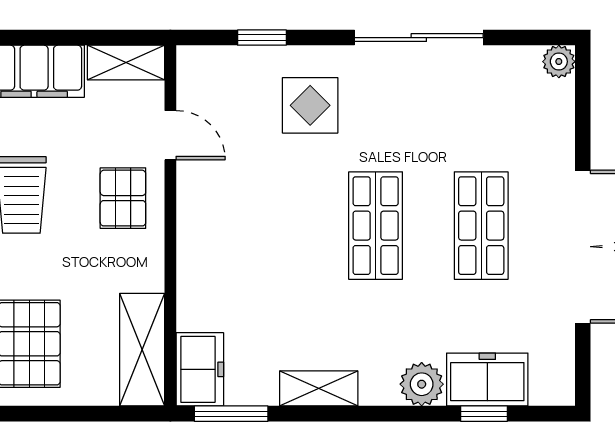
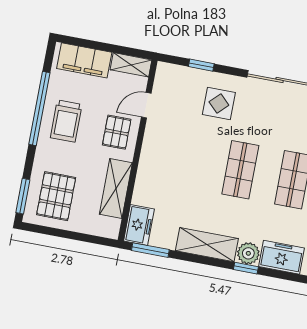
door: (170, 135) -> (146, 105), swing flipped
shelving: (142, 350) -> (116, 188), moved
shelving: (319, 388) -> (207, 245), width x1.50, depth x1.33
window: (484, 414) -> (246, 268), moved

